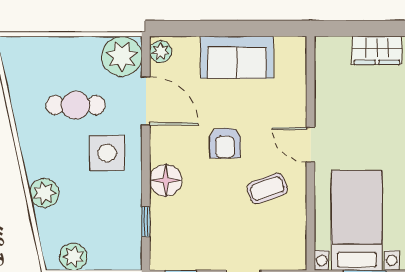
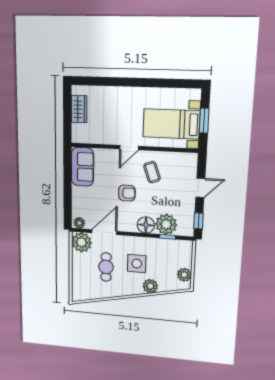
sofa: (237, 57) -> (82, 167), moved
side table: (107, 153) -> (137, 264), moved
plant: (170, 219) -> (166, 224), added

